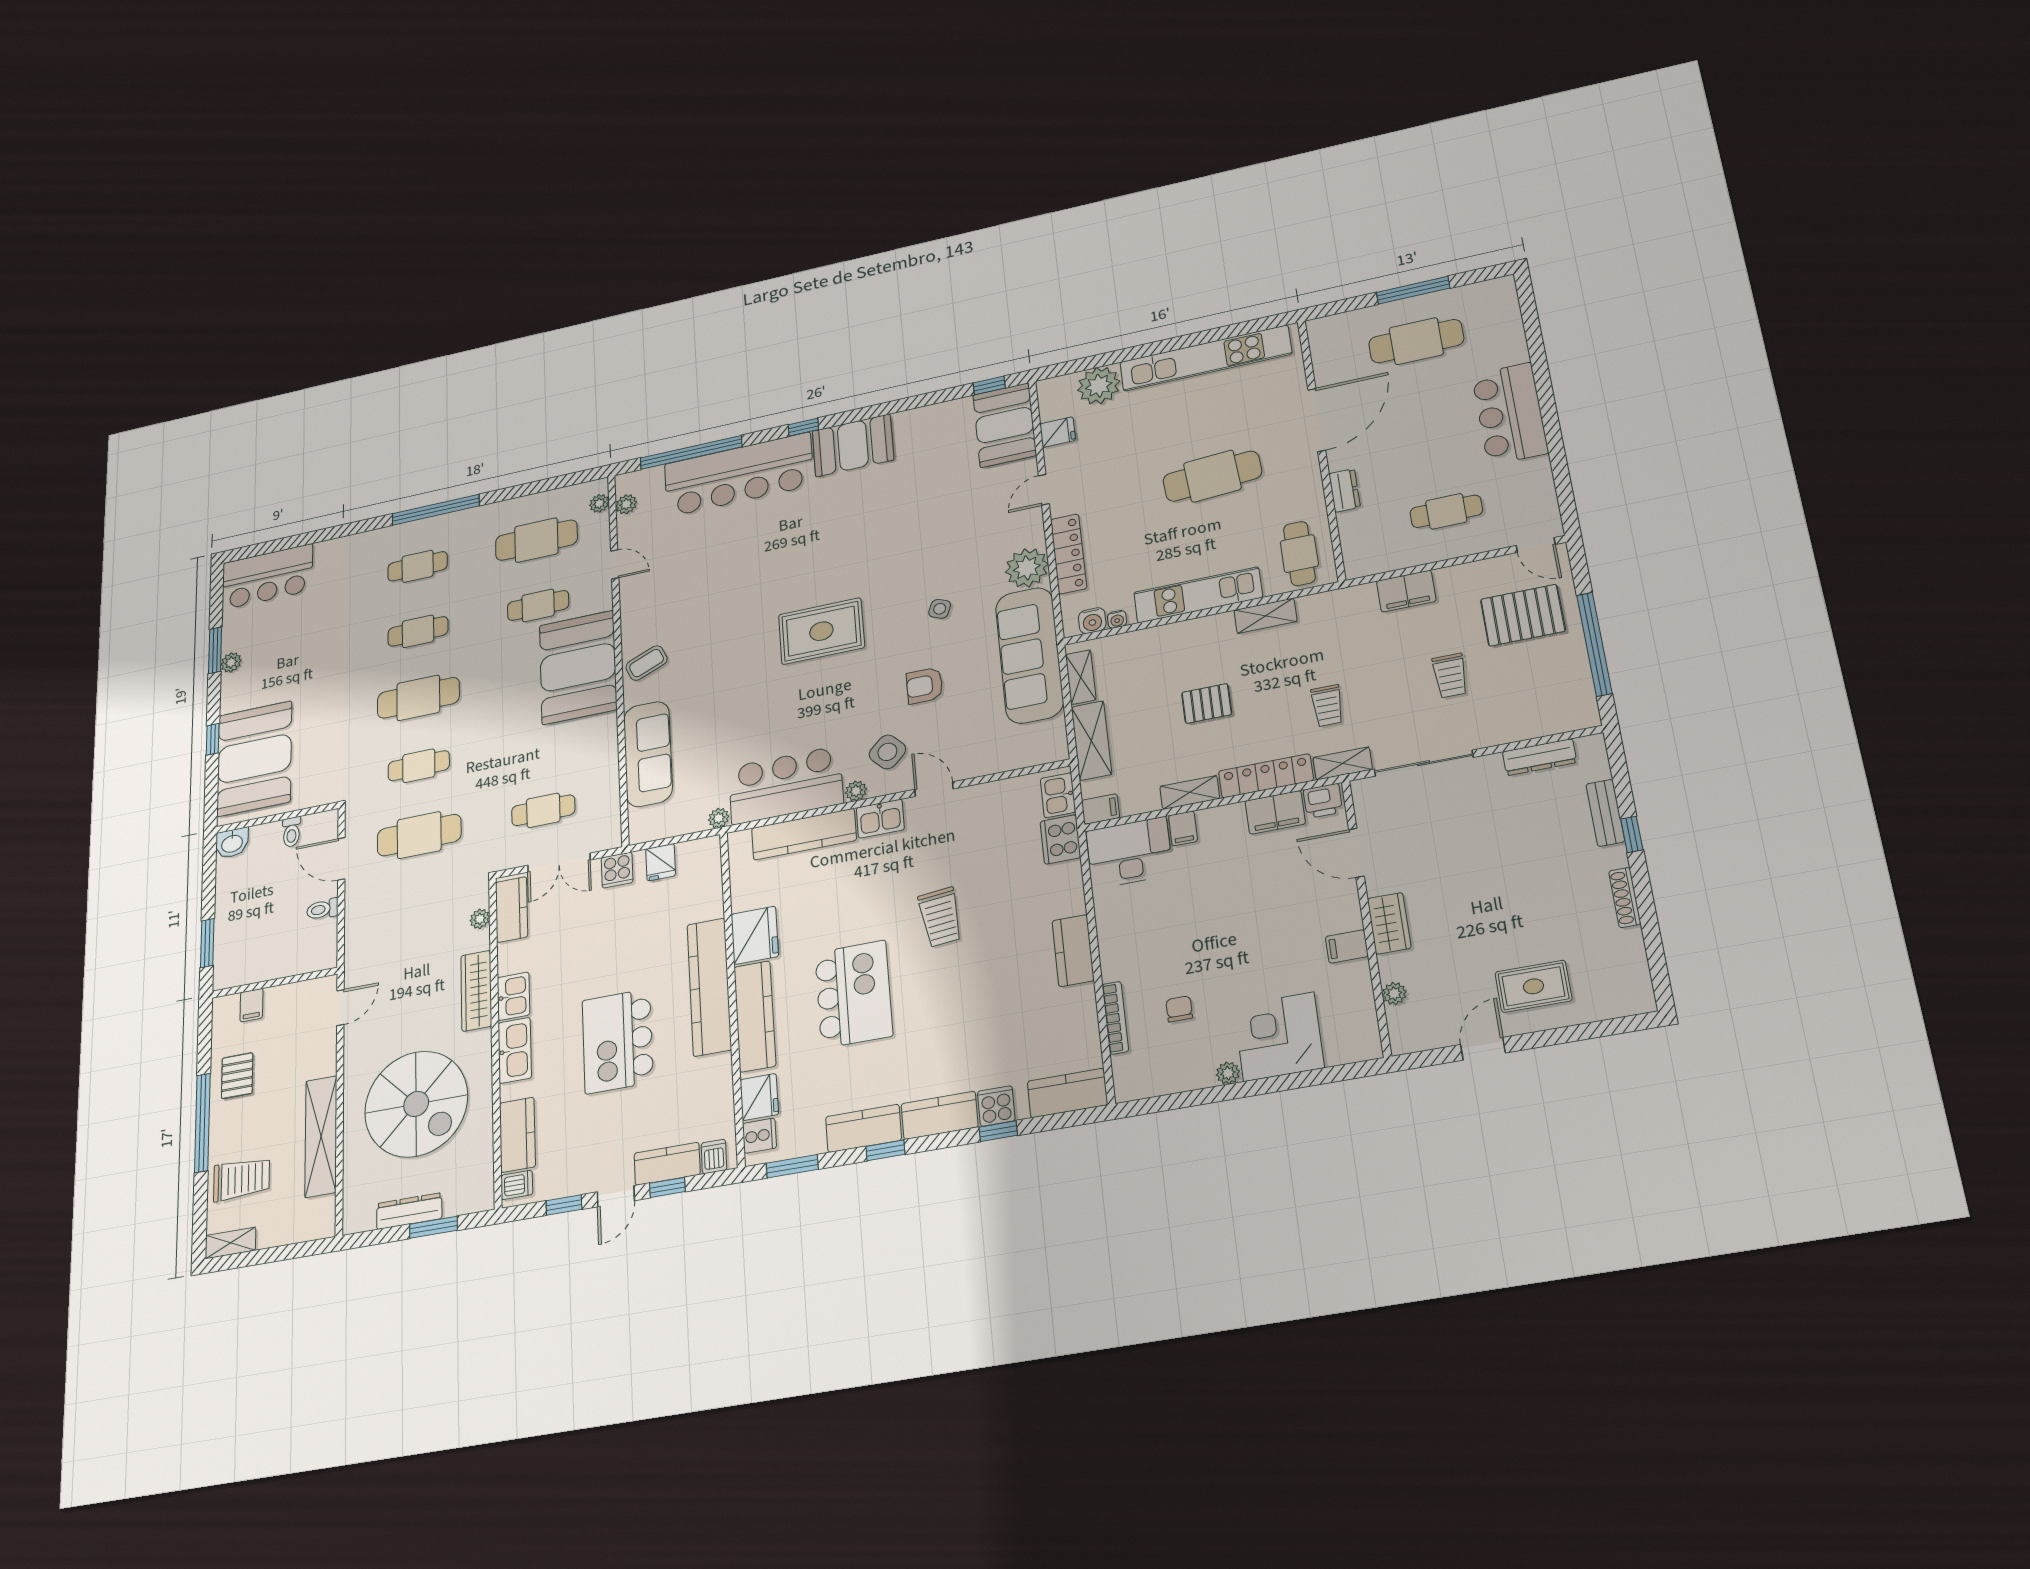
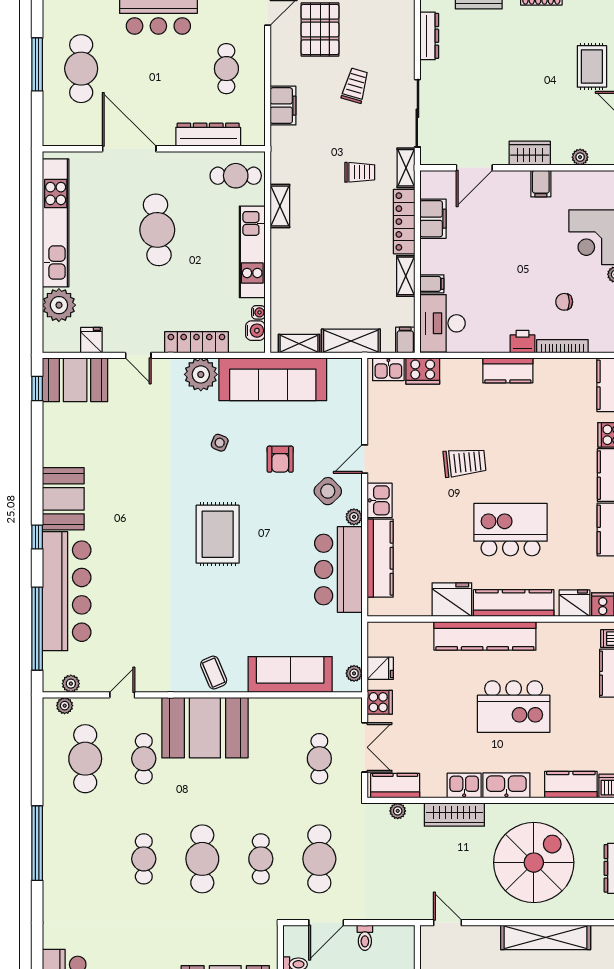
dresser: (1345, 490) -> (208, 135), width x1.96, depth x1.24
cafe table: (418, 566) -> (85, 859), removed
trolley: (1450, 676) -> (355, 85), turned -74
pallet: (1207, 703) -> (340, 256), removed
printer: (1323, 801) -> (522, 342), moved, turned -90
plant: (719, 818) -> (354, 673), moved

